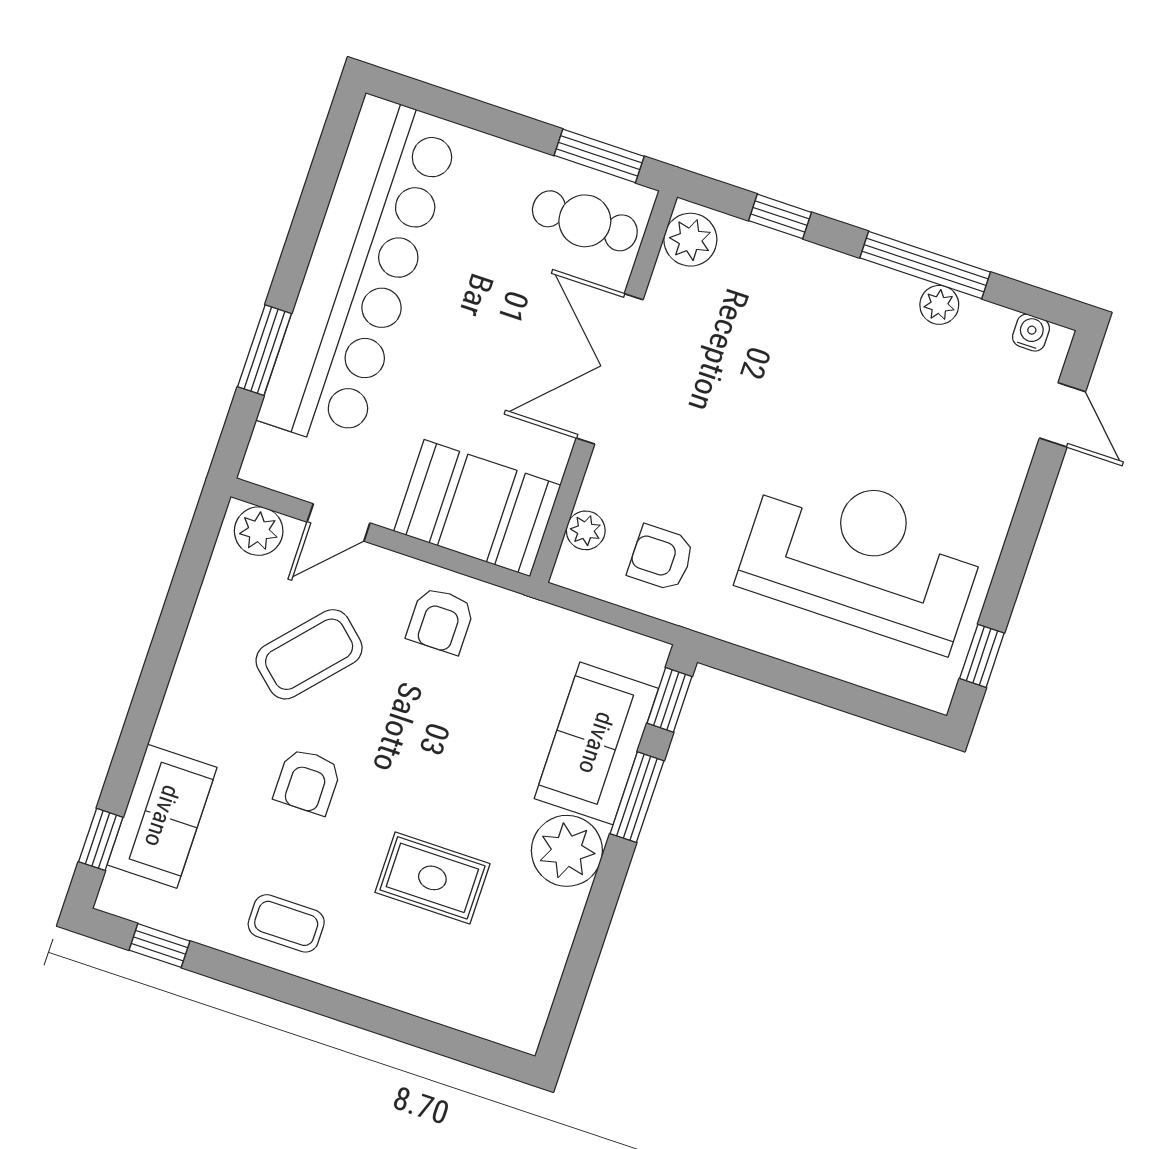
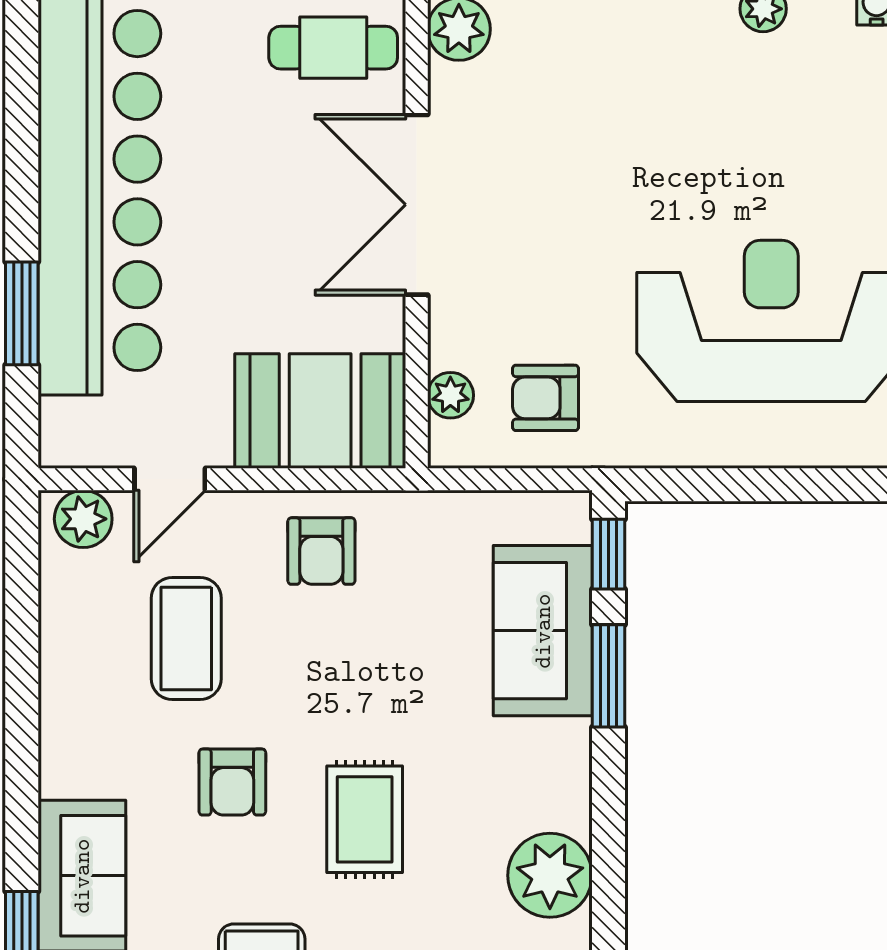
coffee table: (309, 654) -> (186, 638), turned -42
plant: (567, 851) -> (550, 875), moved
rug: (432, 878) -> (365, 819), moved, turned 90

